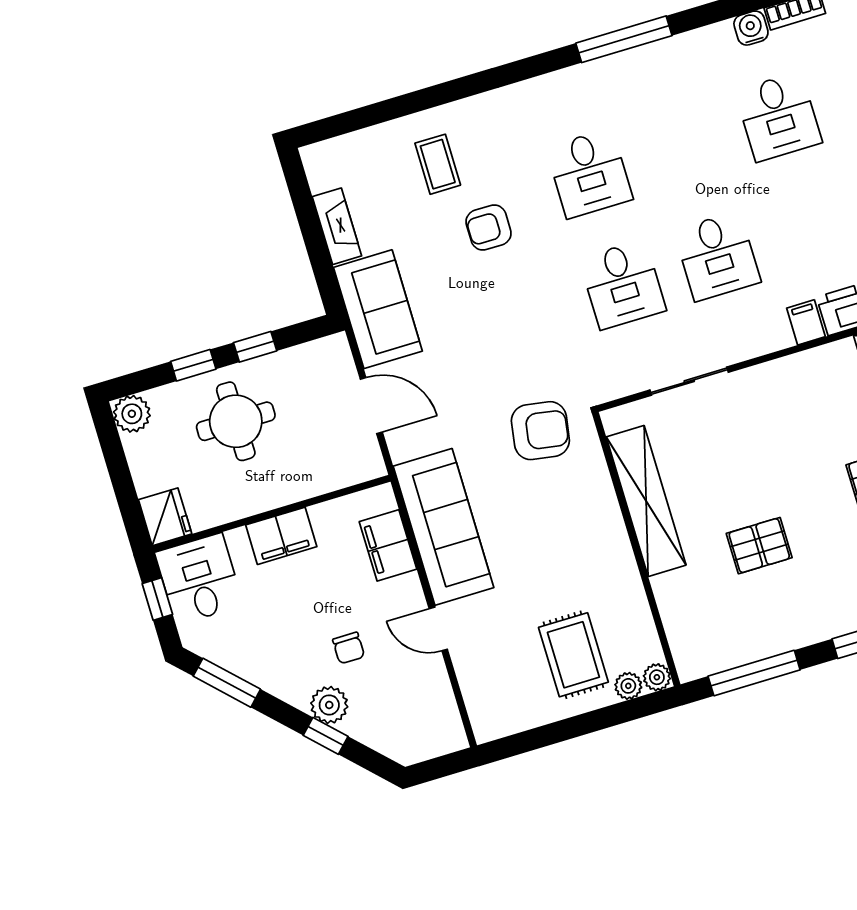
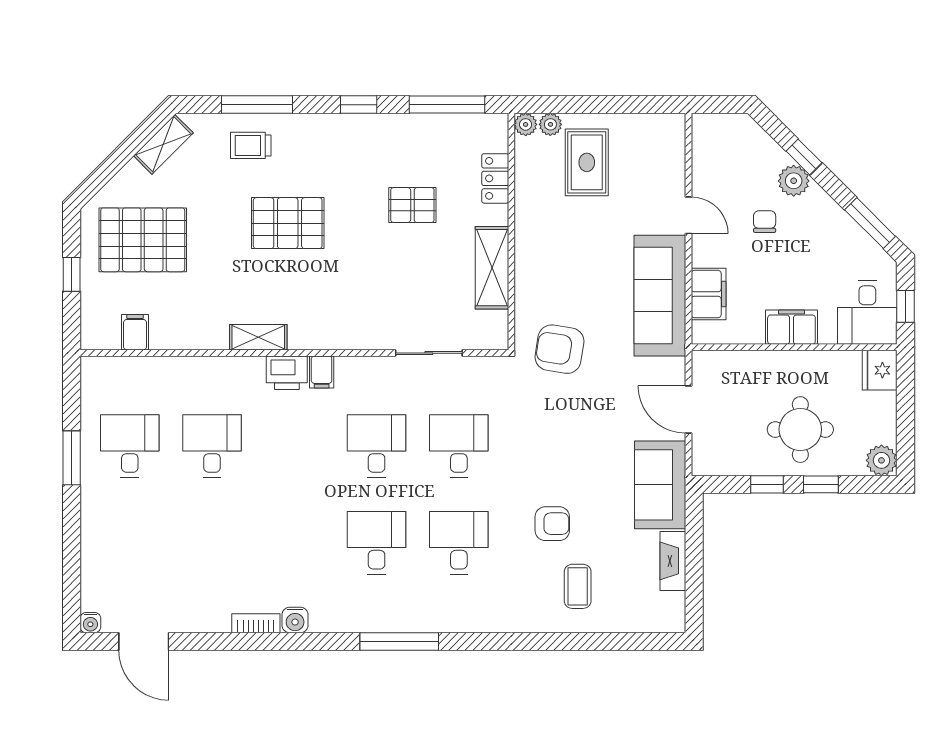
desk: (778, 117) -> (377, 543), moved
shelving: (646, 501) -> (492, 268), width x0.68
locker: (673, 605) -> (495, 178), added

